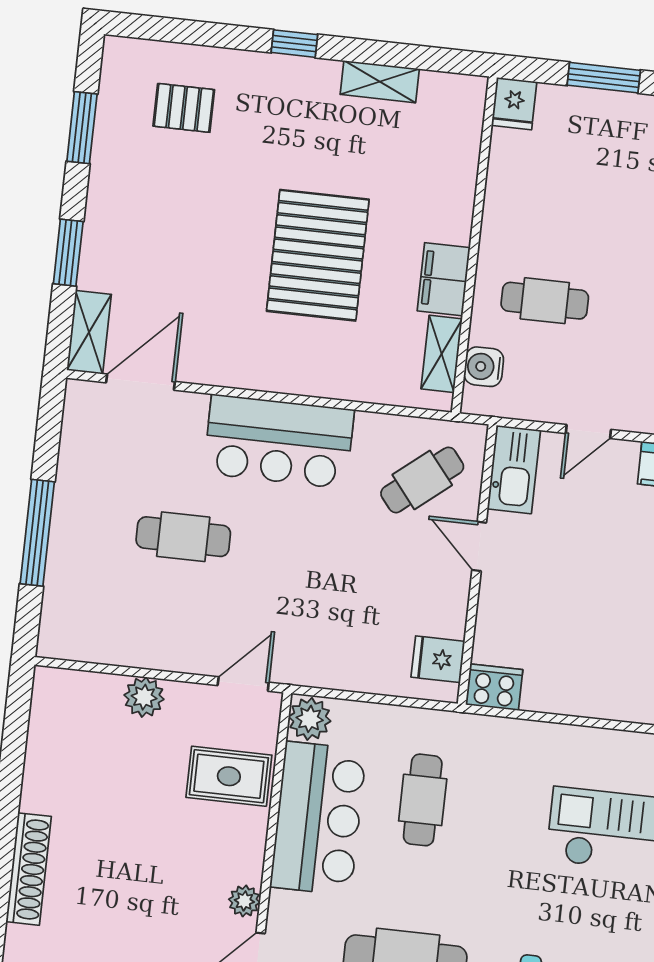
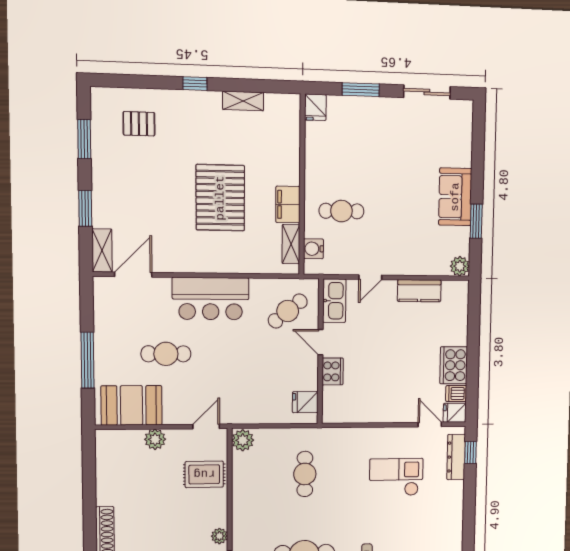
booth: (108, 627) -> (131, 405), added
cooker: (494, 687) -> (333, 371), moved, turned 90
bar counter: (318, 818) -> (253, 490), removed

